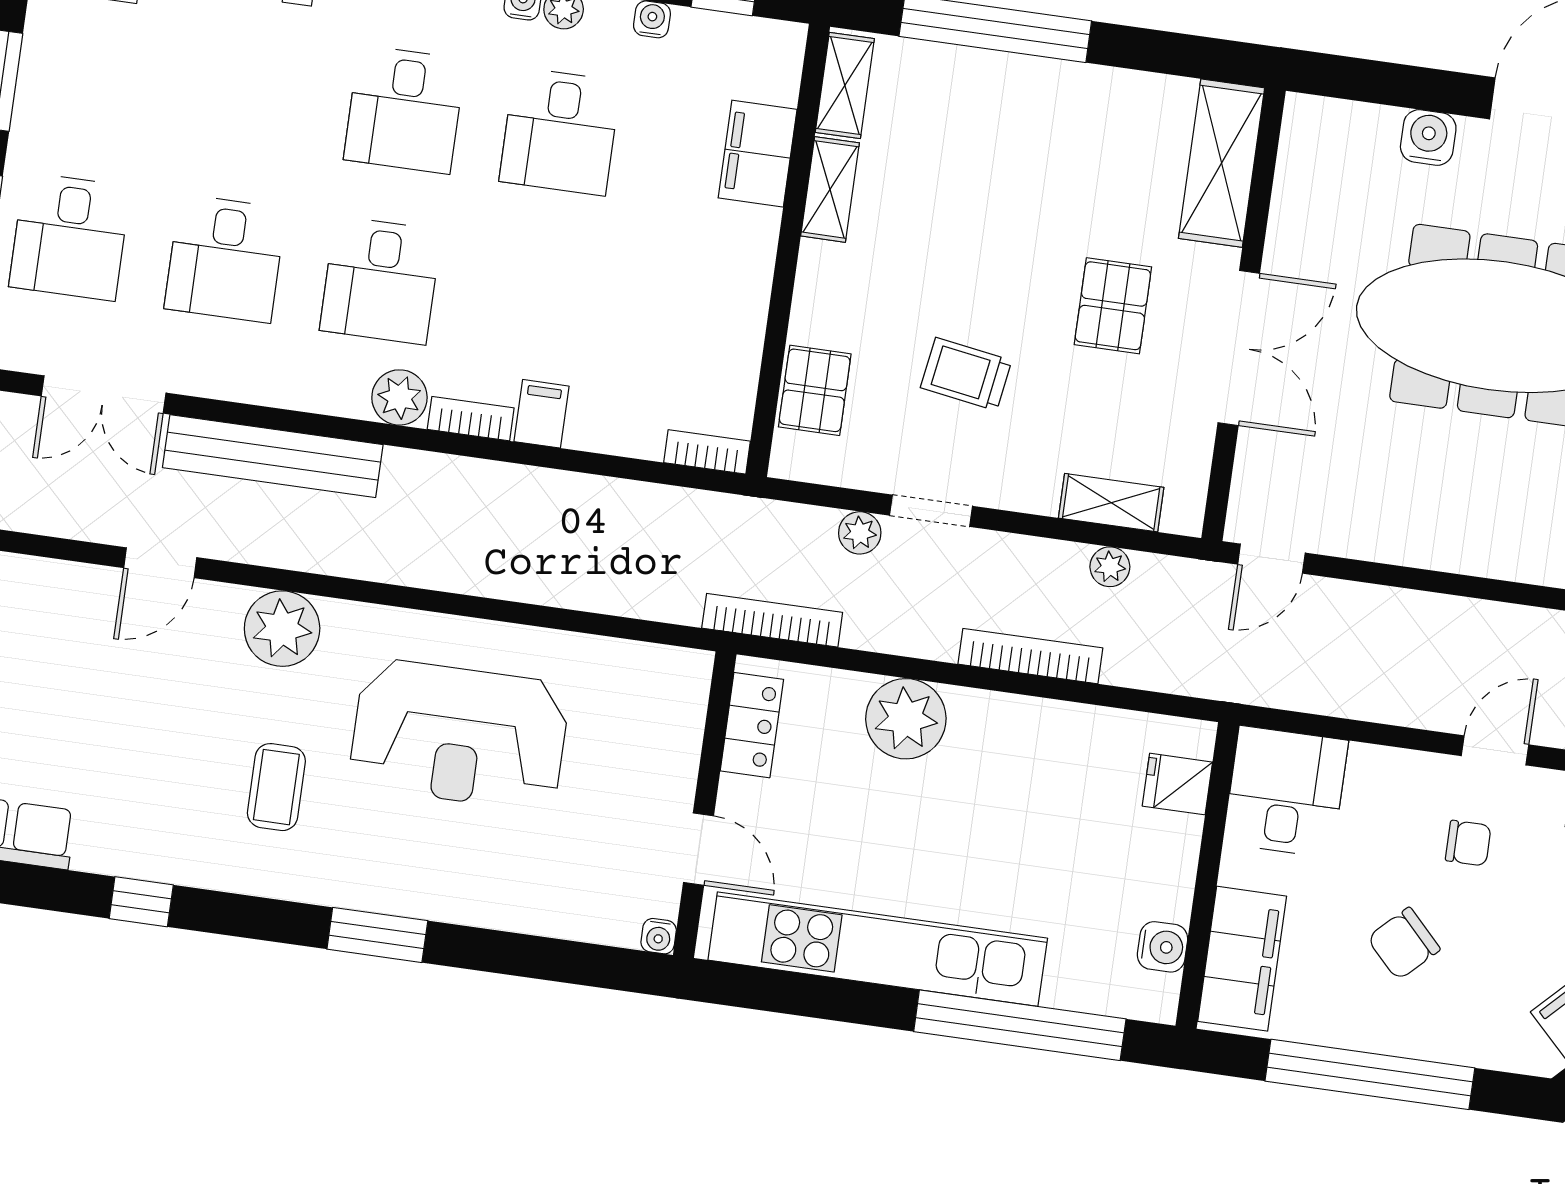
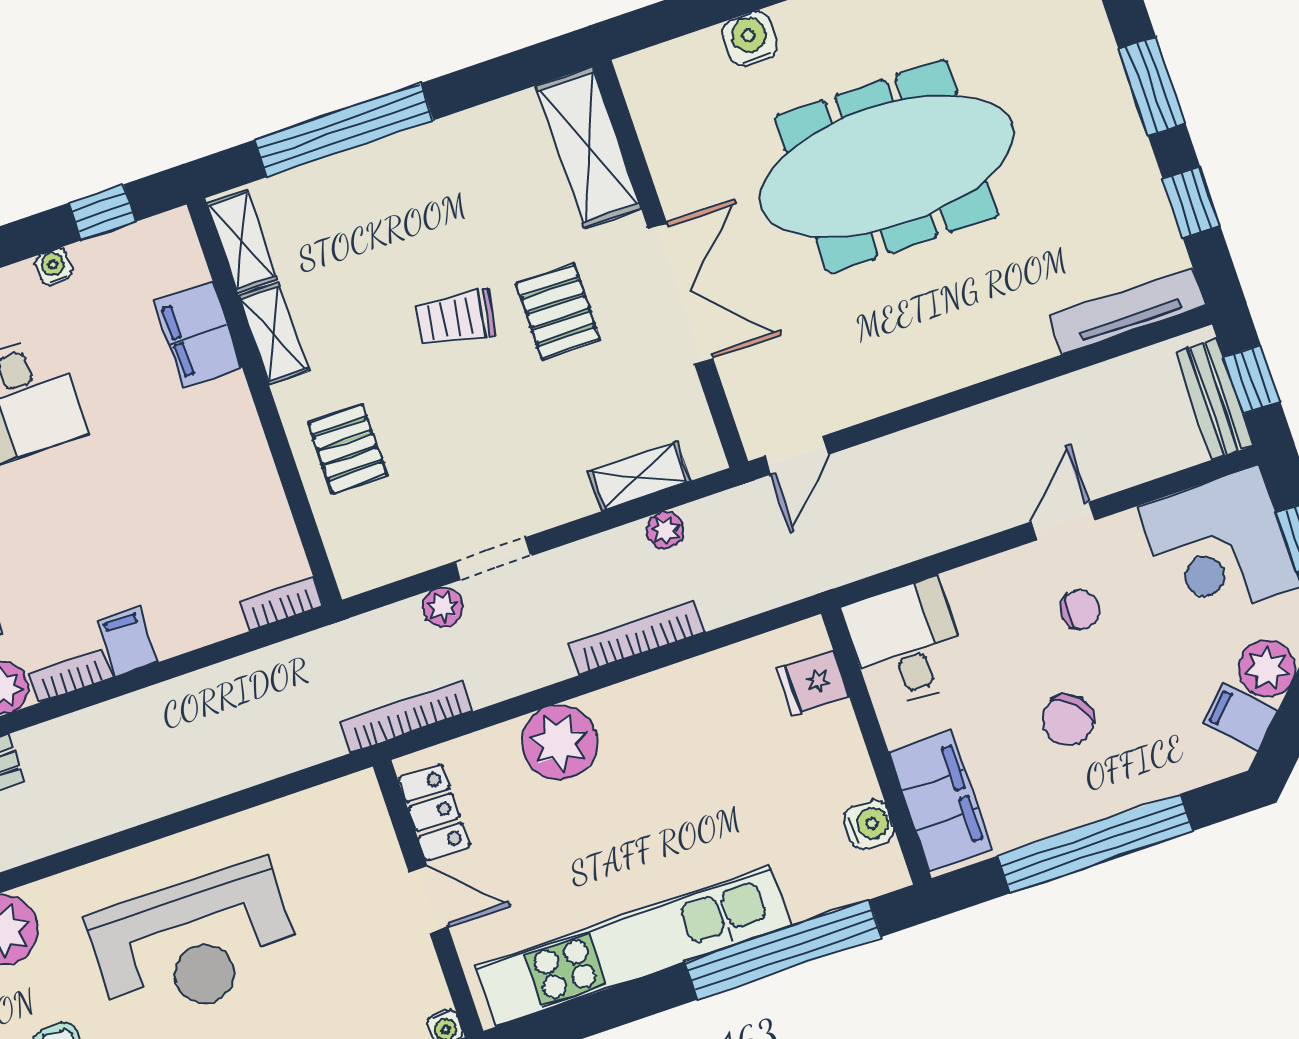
trolley: (966, 374) -> (455, 318), moved
pallet: (815, 390) -> (347, 449), moved
door: (698, 849) -> (428, 900), moved

